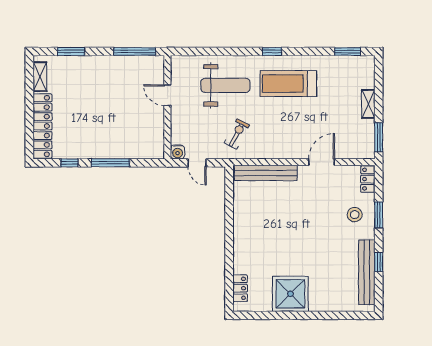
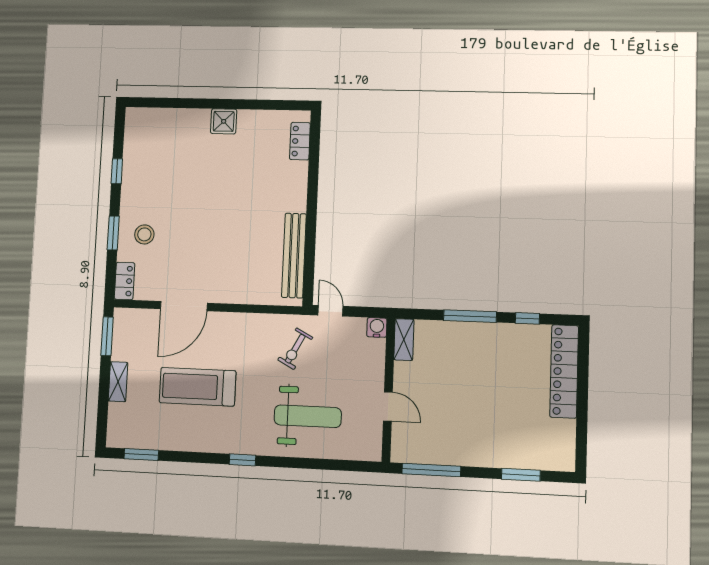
shelving: (40, 77) -> (404, 340), moved
treadmill: (288, 84) -> (197, 387), moved, turned 180
weight bench: (225, 85) -> (308, 416), turned 180
door: (322, 162) -> (184, 306), width x1.36
door: (197, 163) -> (330, 311), moved
bench: (266, 173) -> (294, 256), moved, turned 90
bench: (367, 272) -> (133, 158), removed
shower: (290, 294) -> (224, 121), width x0.54, depth x0.54

